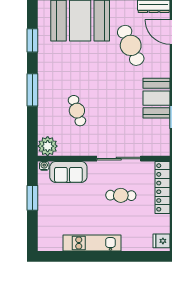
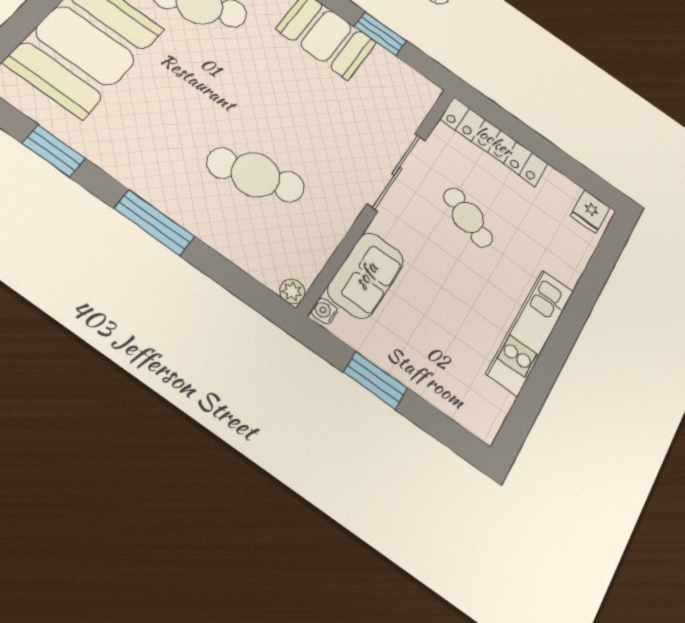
cafe table: (77, 111) -> (256, 175), width x1.37, depth x1.35
plant: (48, 146) -> (292, 291), width x0.53, depth x0.53
cafe table: (121, 195) -> (468, 217), turned -67

